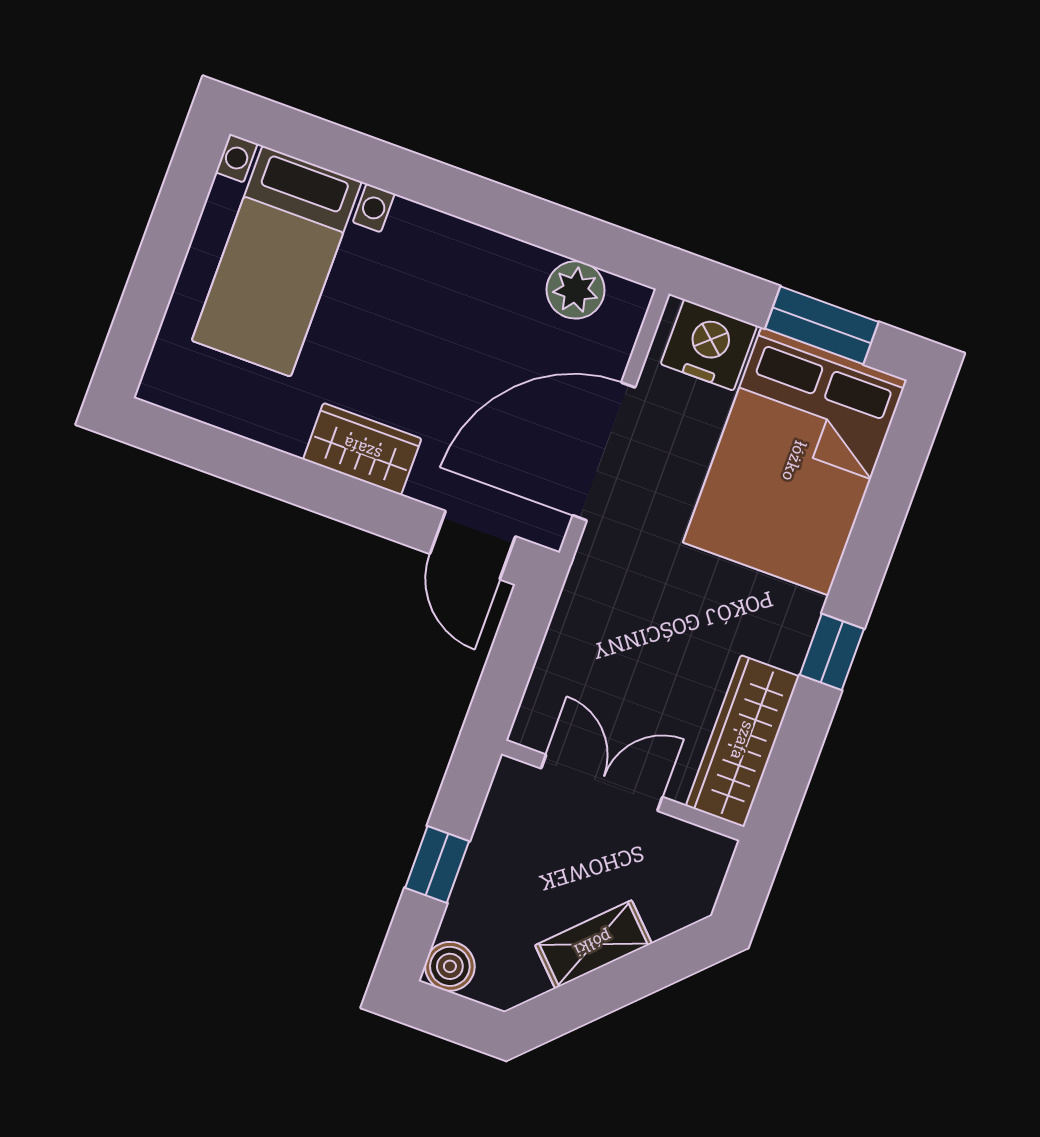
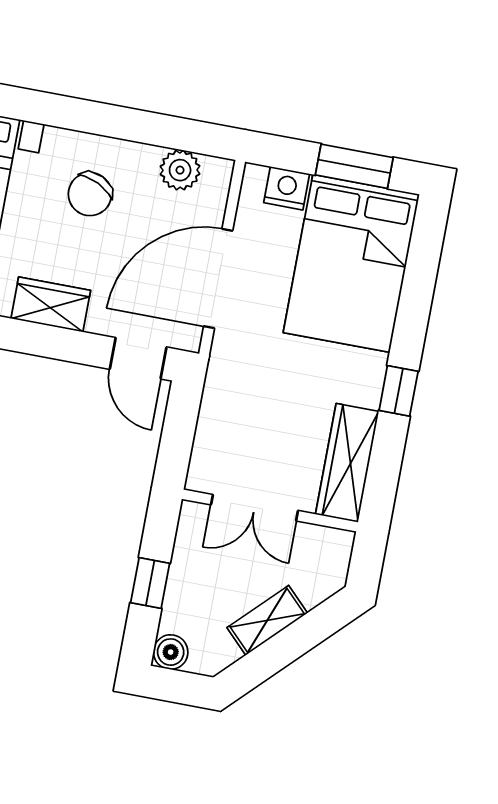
chair: (443, 303) -> (90, 194), added
nightstand: (709, 345) -> (287, 188), width x0.74, depth x0.75
double door: (602, 783) -> (255, 508), swing flipped

